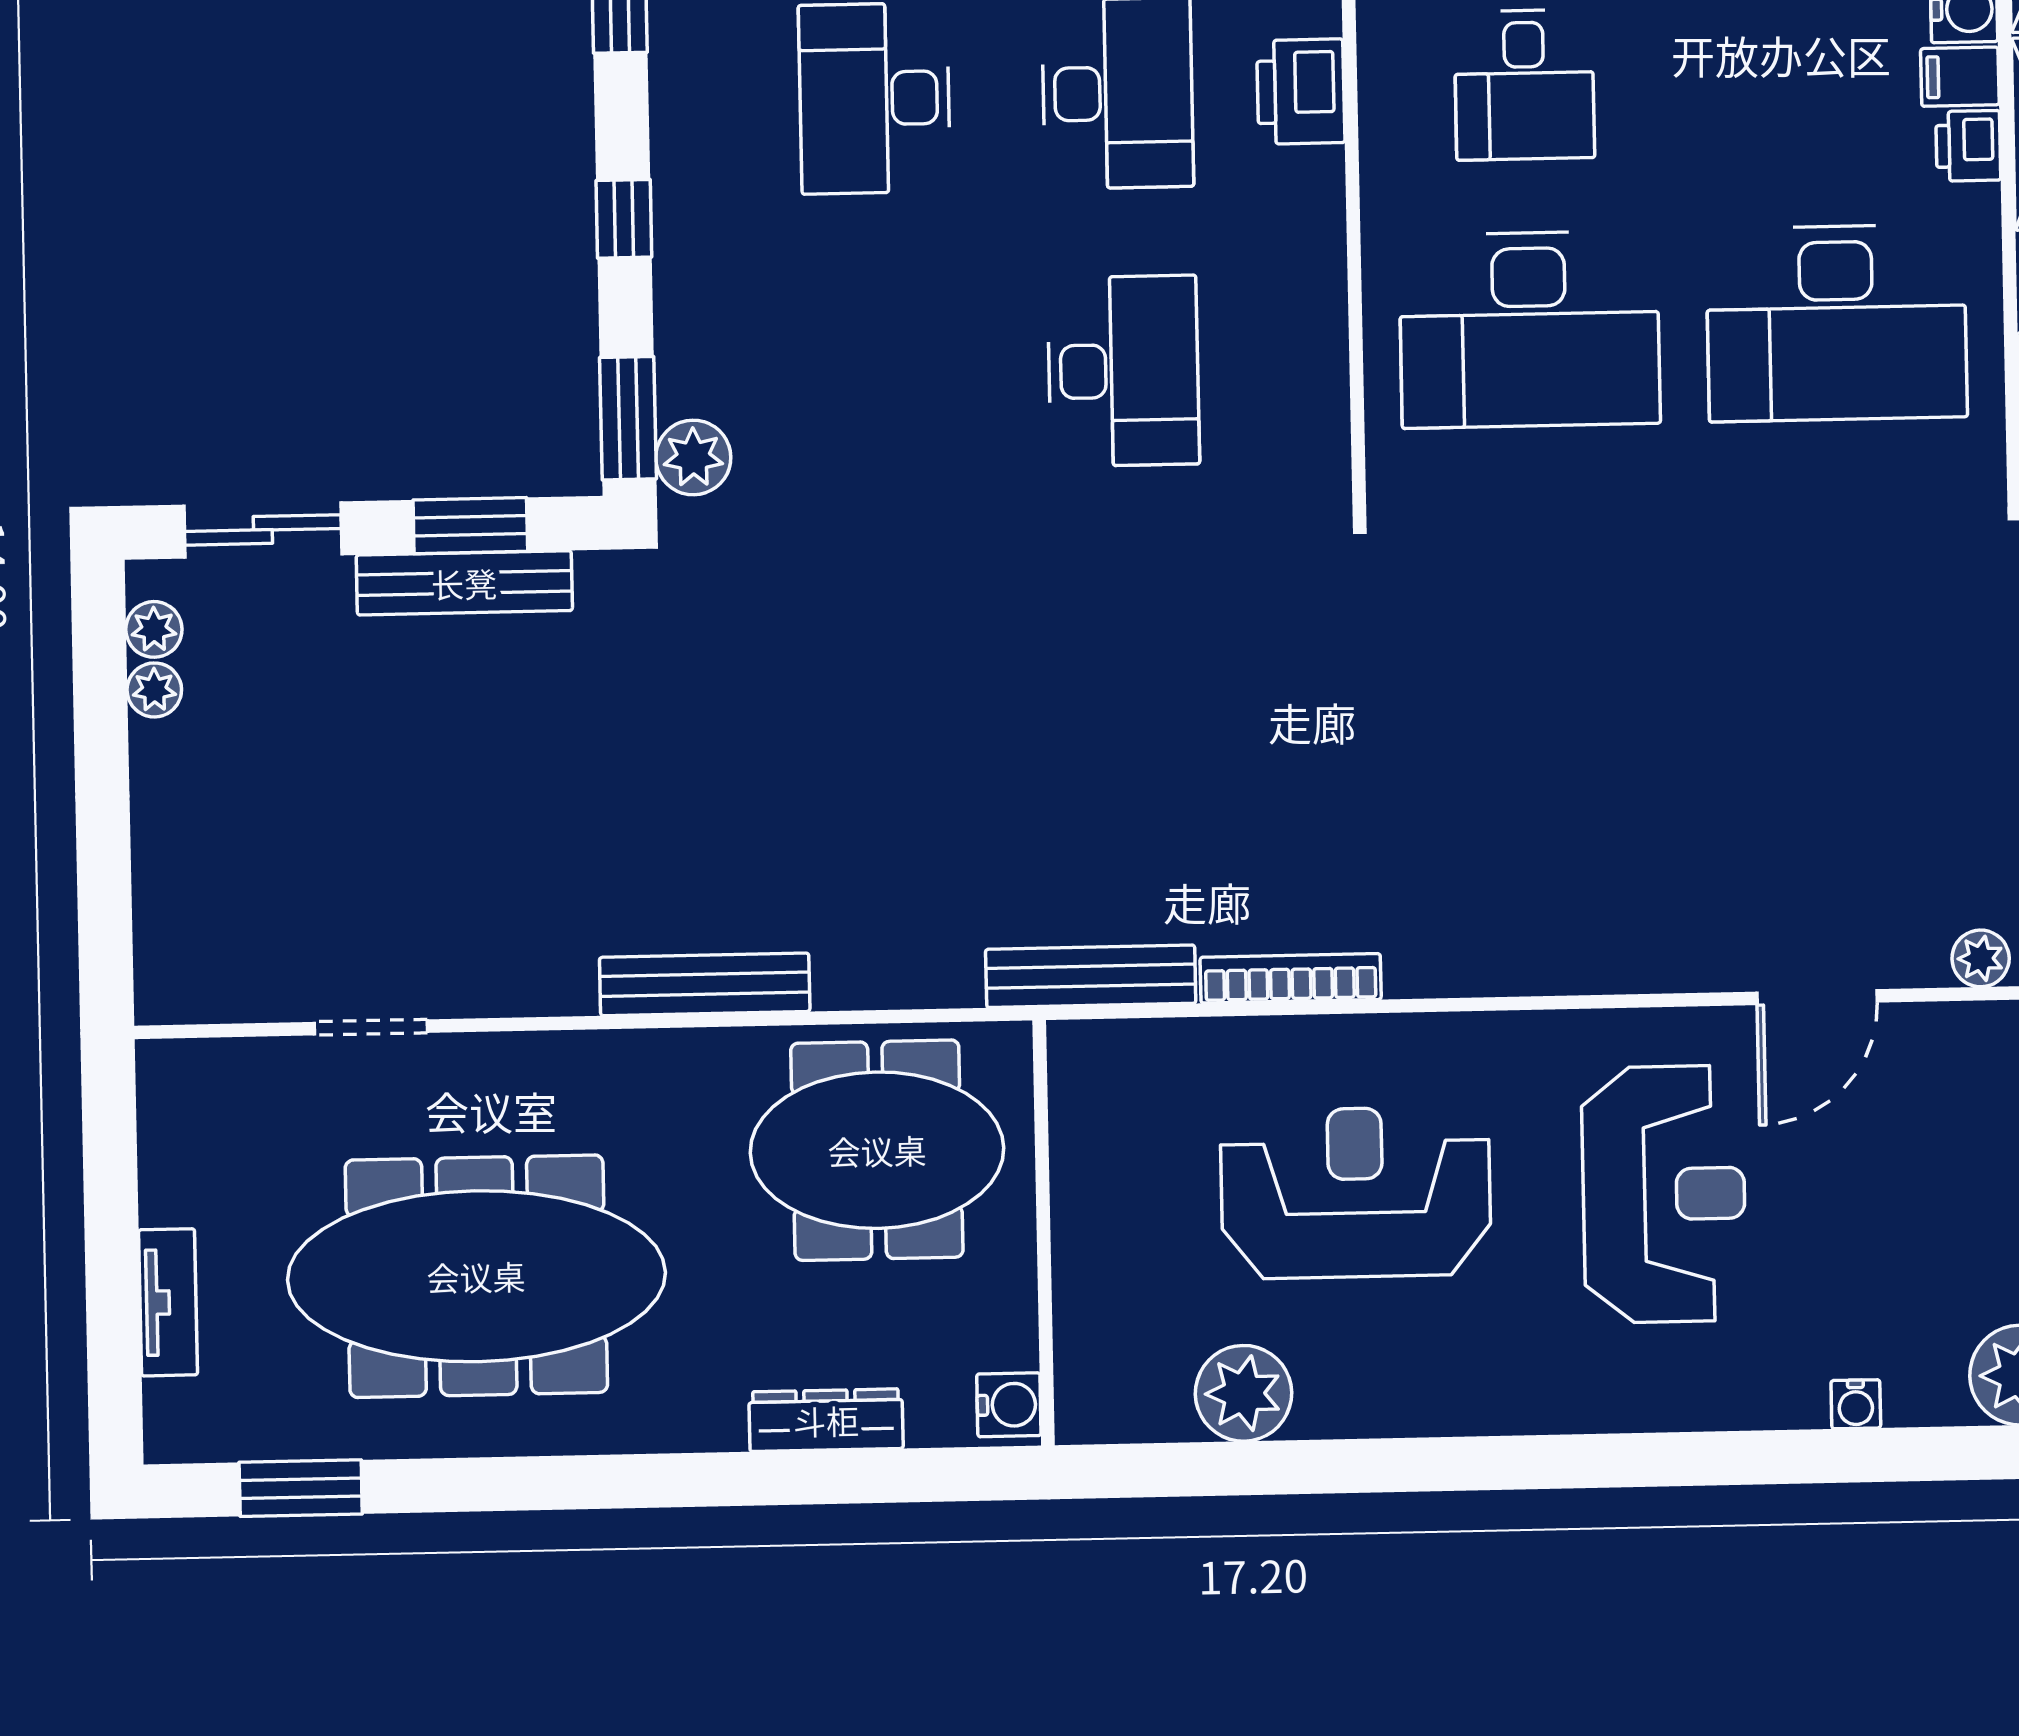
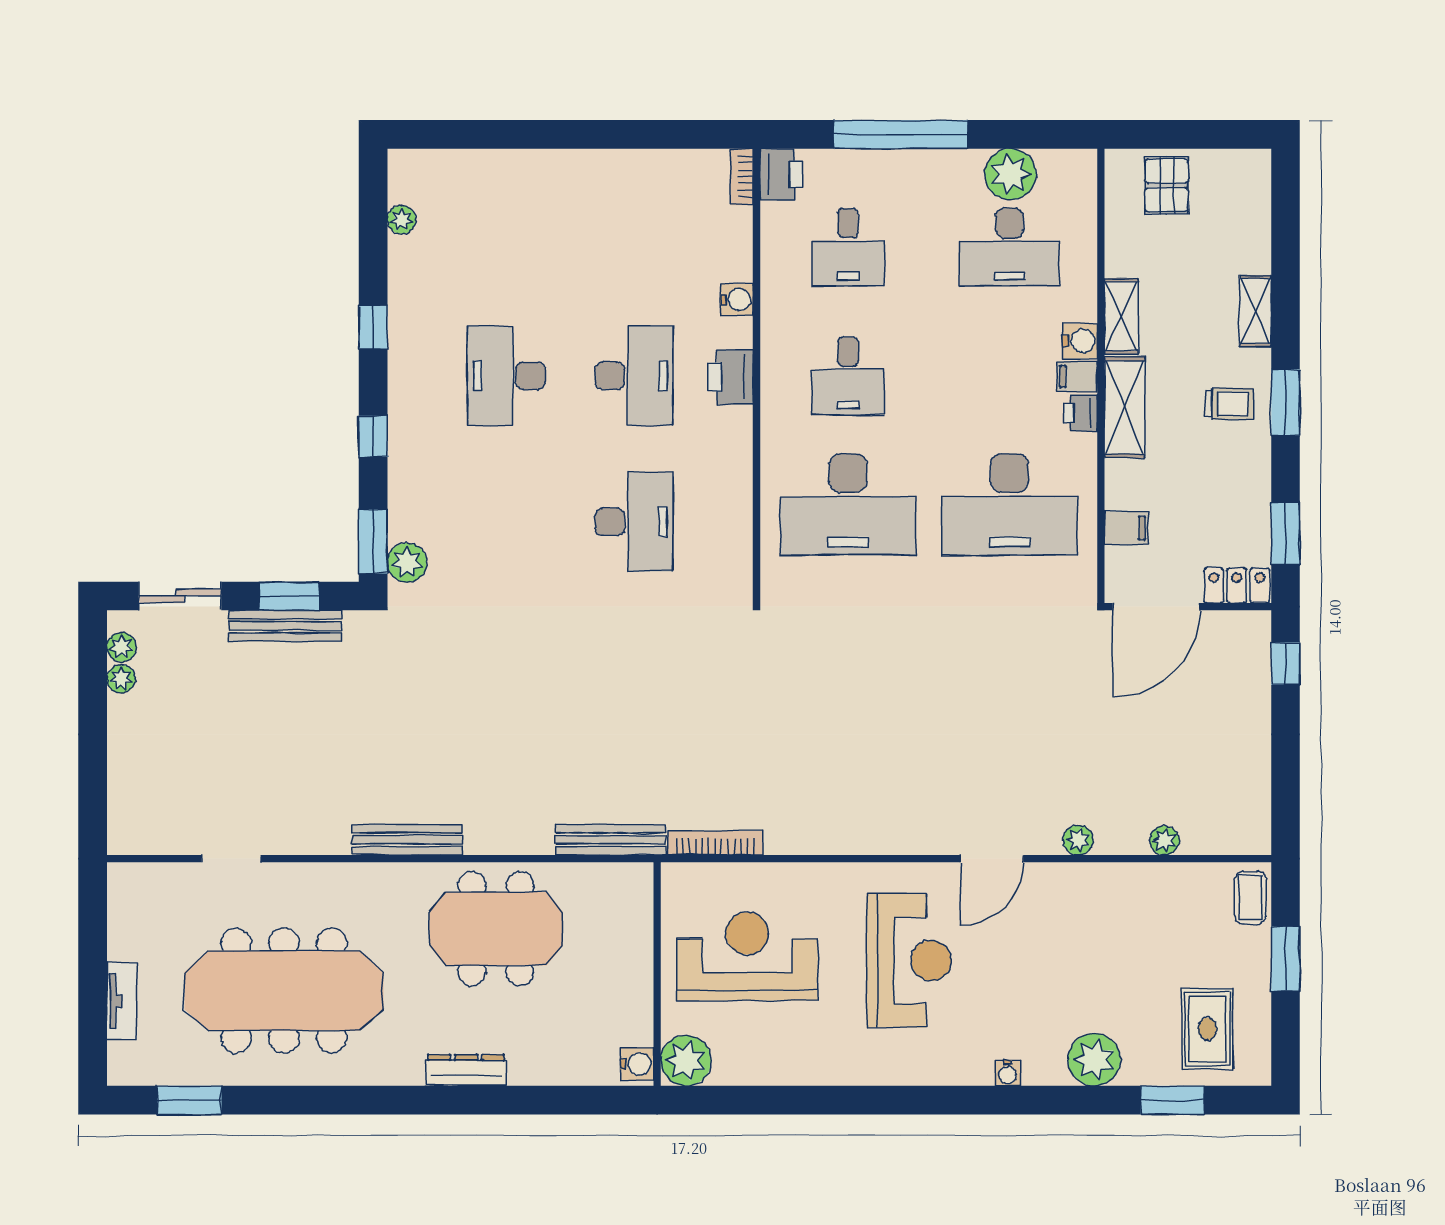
wall: (1044, 1233) -> (657, 974), moved
water cooler: (1009, 1405) -> (637, 1064), moved

